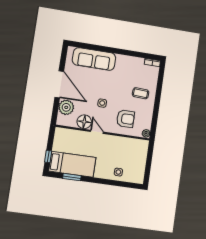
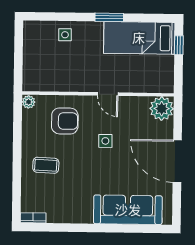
plant: (66, 107) -> (162, 109), moved
armchair: (125, 119) -> (65, 121), turned 180
floor lamp: (84, 122) -> (130, 107), removed
window: (72, 177) -> (109, 17), moved

